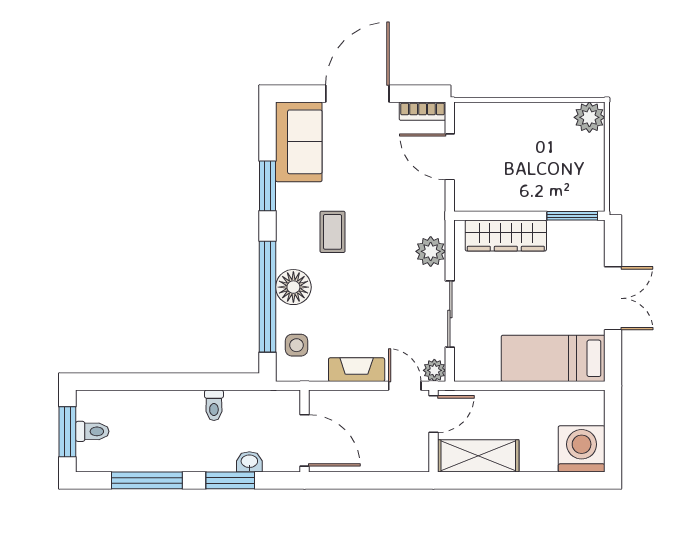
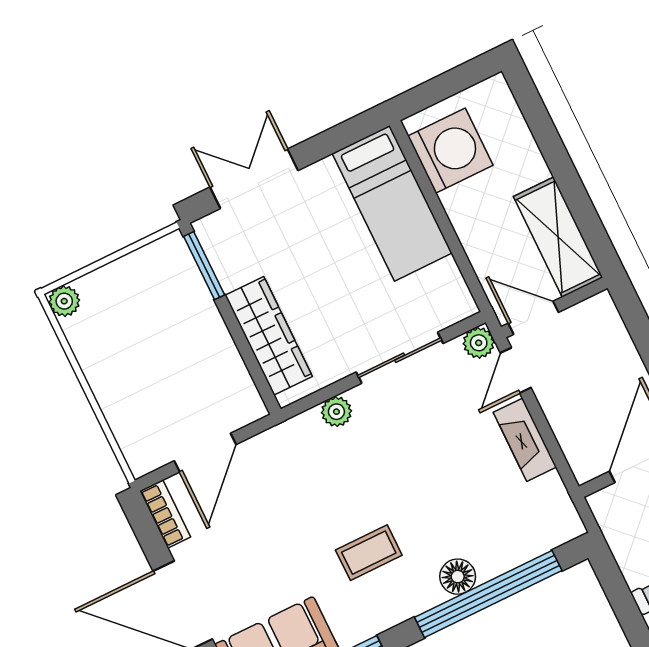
plant: (589, 117) -> (64, 301), width x0.73, depth x0.73
plant: (431, 251) -> (336, 412), width x0.73, depth x0.73
floor lamp: (293, 287) -> (458, 577), width x0.73, depth x0.73
double door: (613, 298) -> (254, 179), moved
side table: (297, 345) -> (531, 529), removed
washing machine: (582, 449) -> (450, 151), moved, turned 180

